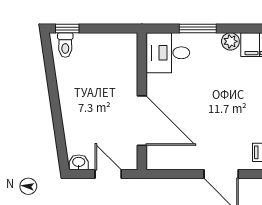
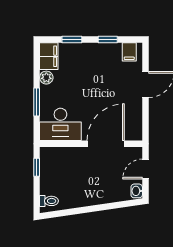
window: (67, 28) -> (37, 167), moved
desk: (168, 53) -> (60, 124), width x1.37

